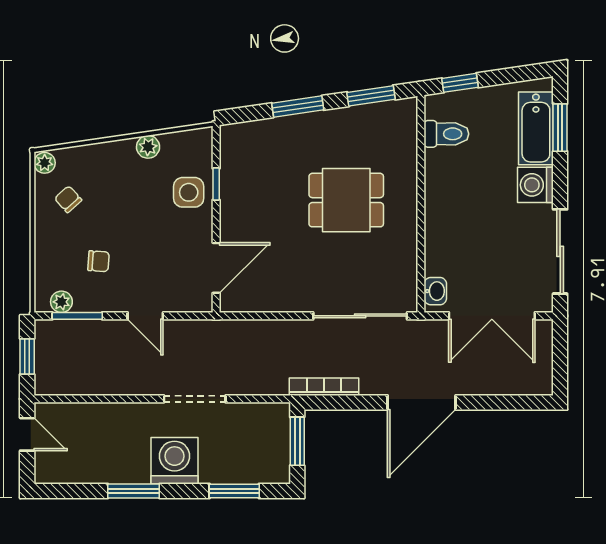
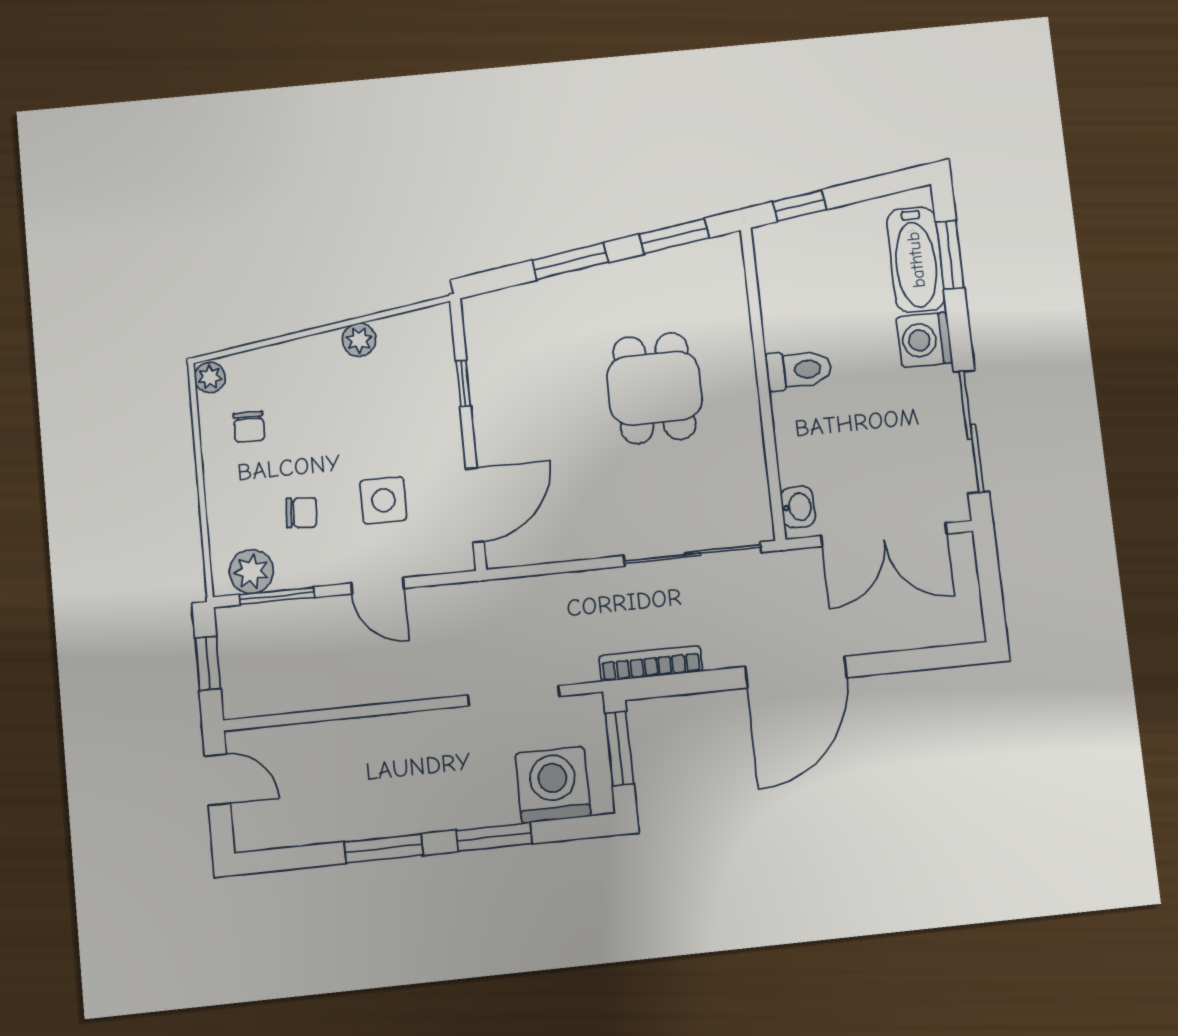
toilet: (446, 134) -> (799, 370), moved
side table: (189, 192) -> (383, 500), moved
chair: (68, 199) -> (249, 427), turned -138
dining table: (346, 200) -> (654, 388), turned 90
plant: (61, 302) -> (251, 571), width x1.38, depth x1.38
doorway: (195, 399) -> (514, 696), moved
washing machine: (175, 461) -> (553, 785), moved
window: (234, 491) -> (494, 837), moved

